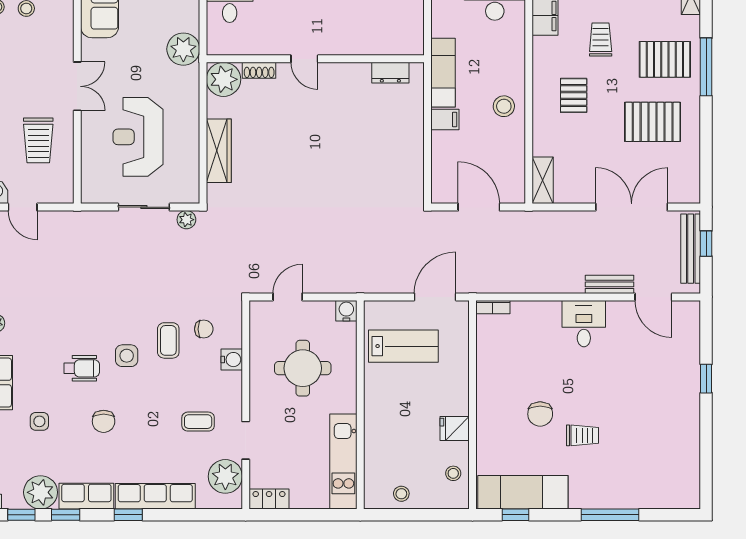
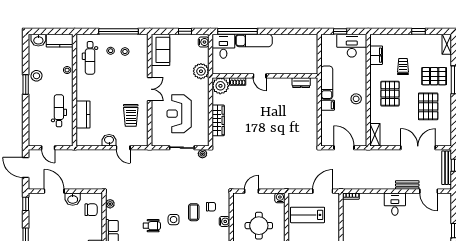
pallet: (574, 95) -> (390, 94), width x1.50, depth x1.42
pallet: (653, 122) -> (428, 106), turned 90
lab bench: (403, 346) -> (307, 215), turned 180

